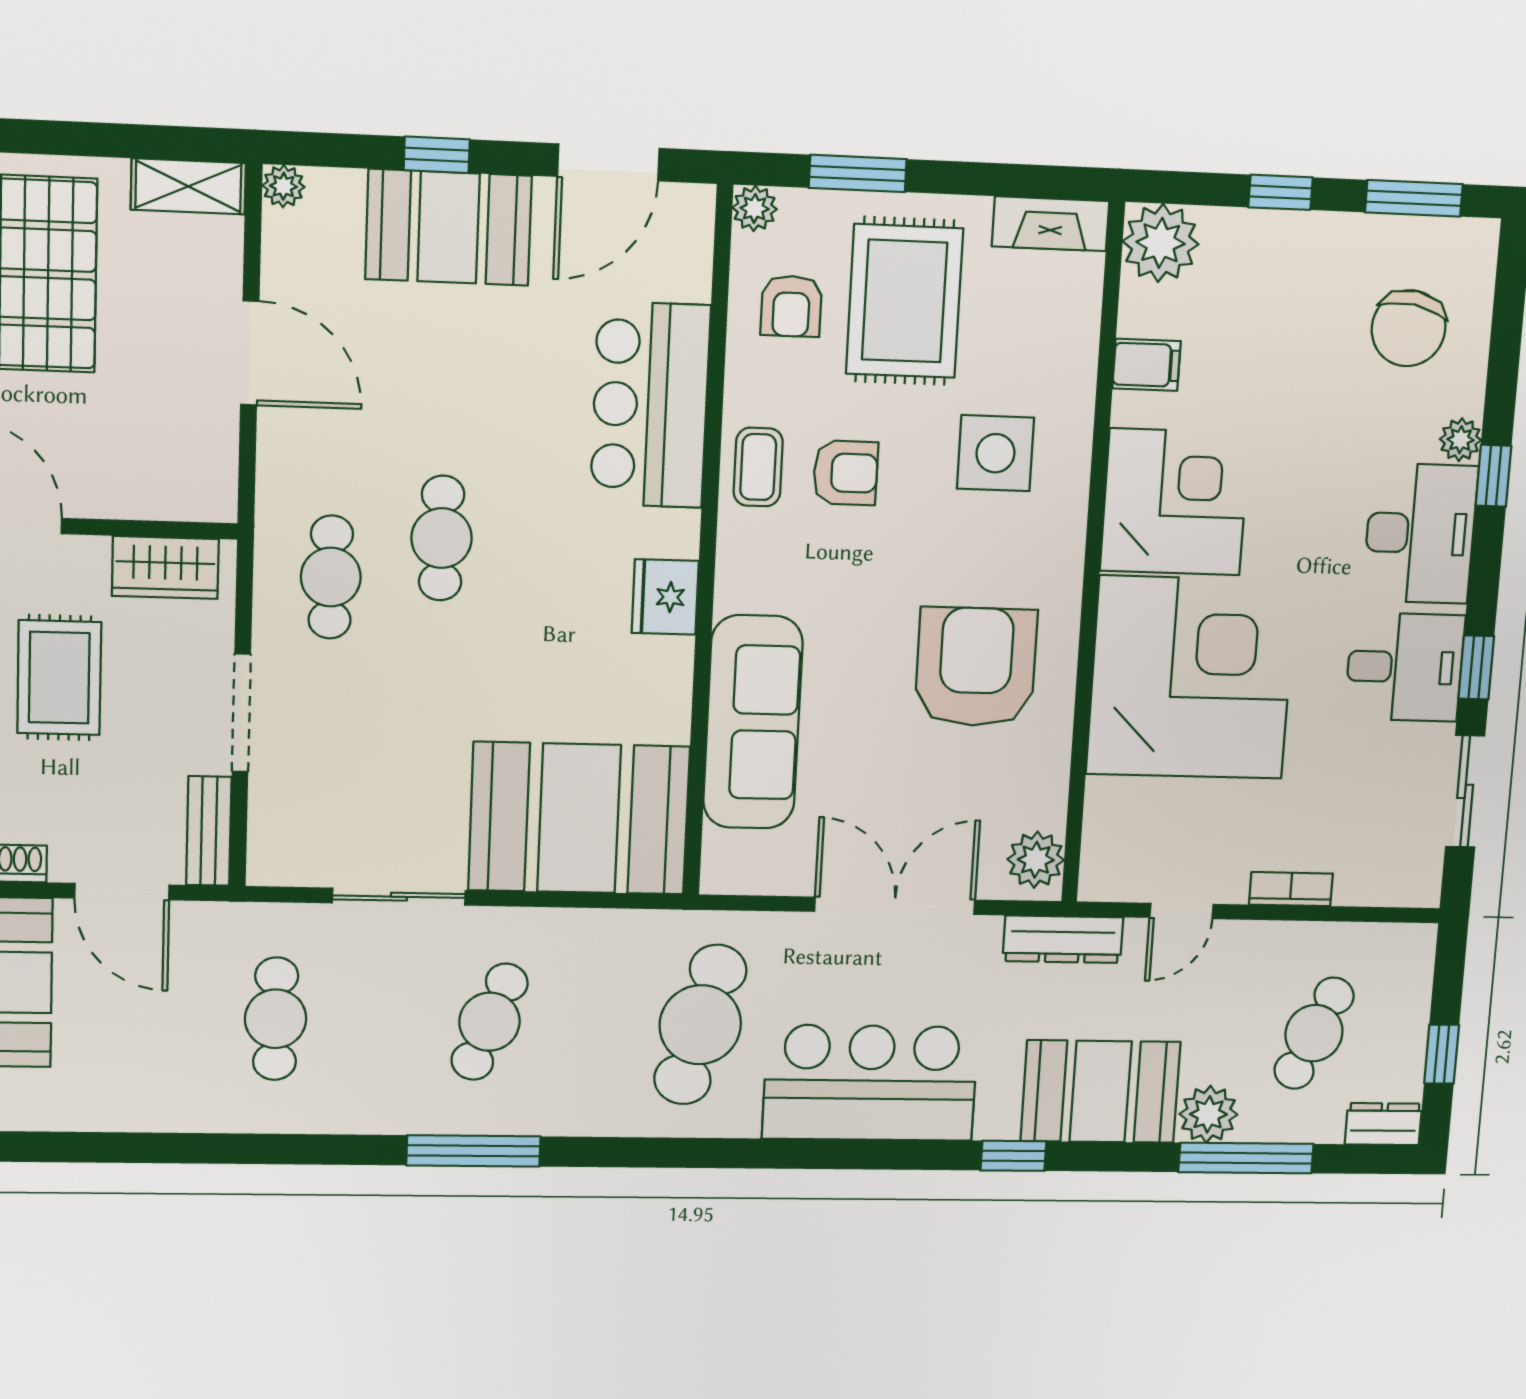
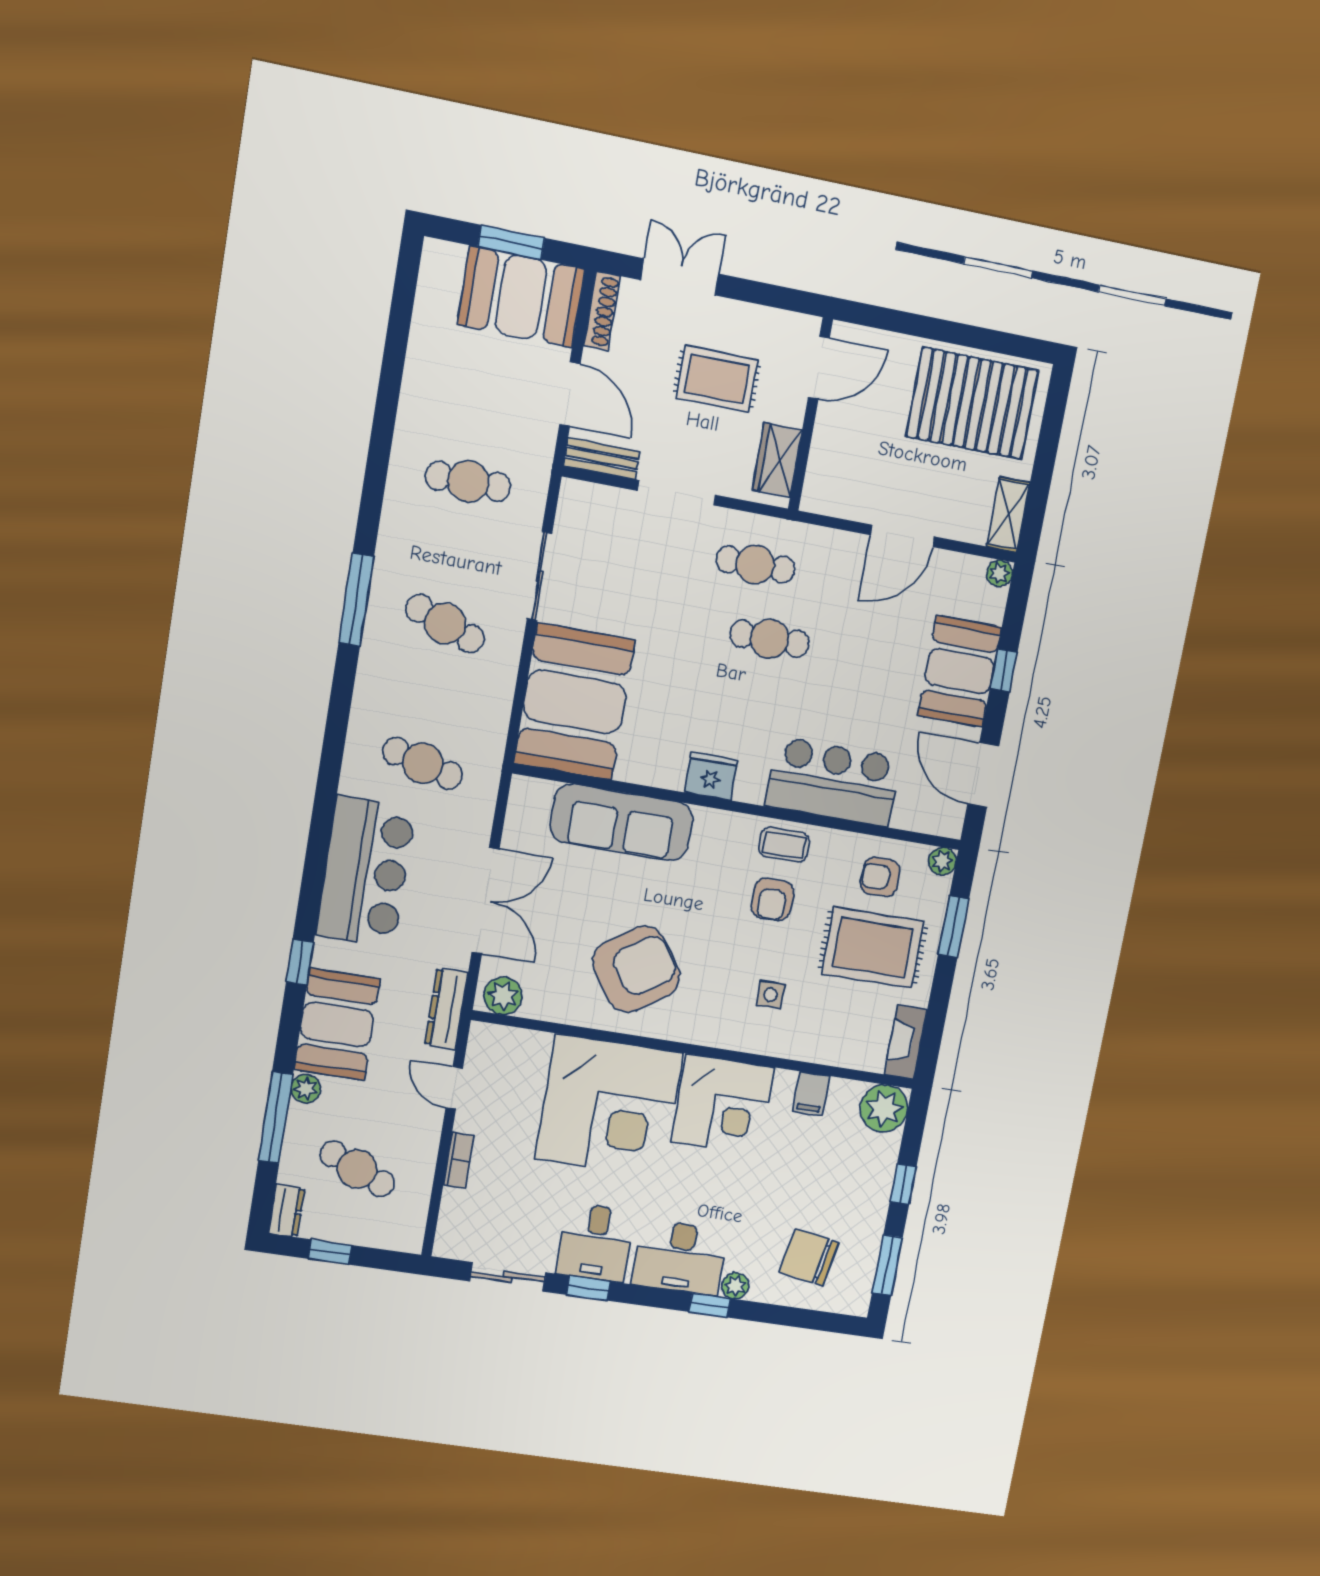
side table: (995, 453) -> (770, 995), width x0.54, depth x0.54
armchair: (976, 667) -> (636, 969), turned -35
door: (122, 892) -> (570, 394), swing flipped
cafe table: (700, 1025) -> (423, 763), width x0.73, depth x0.74
plant: (1208, 1114) -> (306, 1089), width x0.73, depth x0.73

